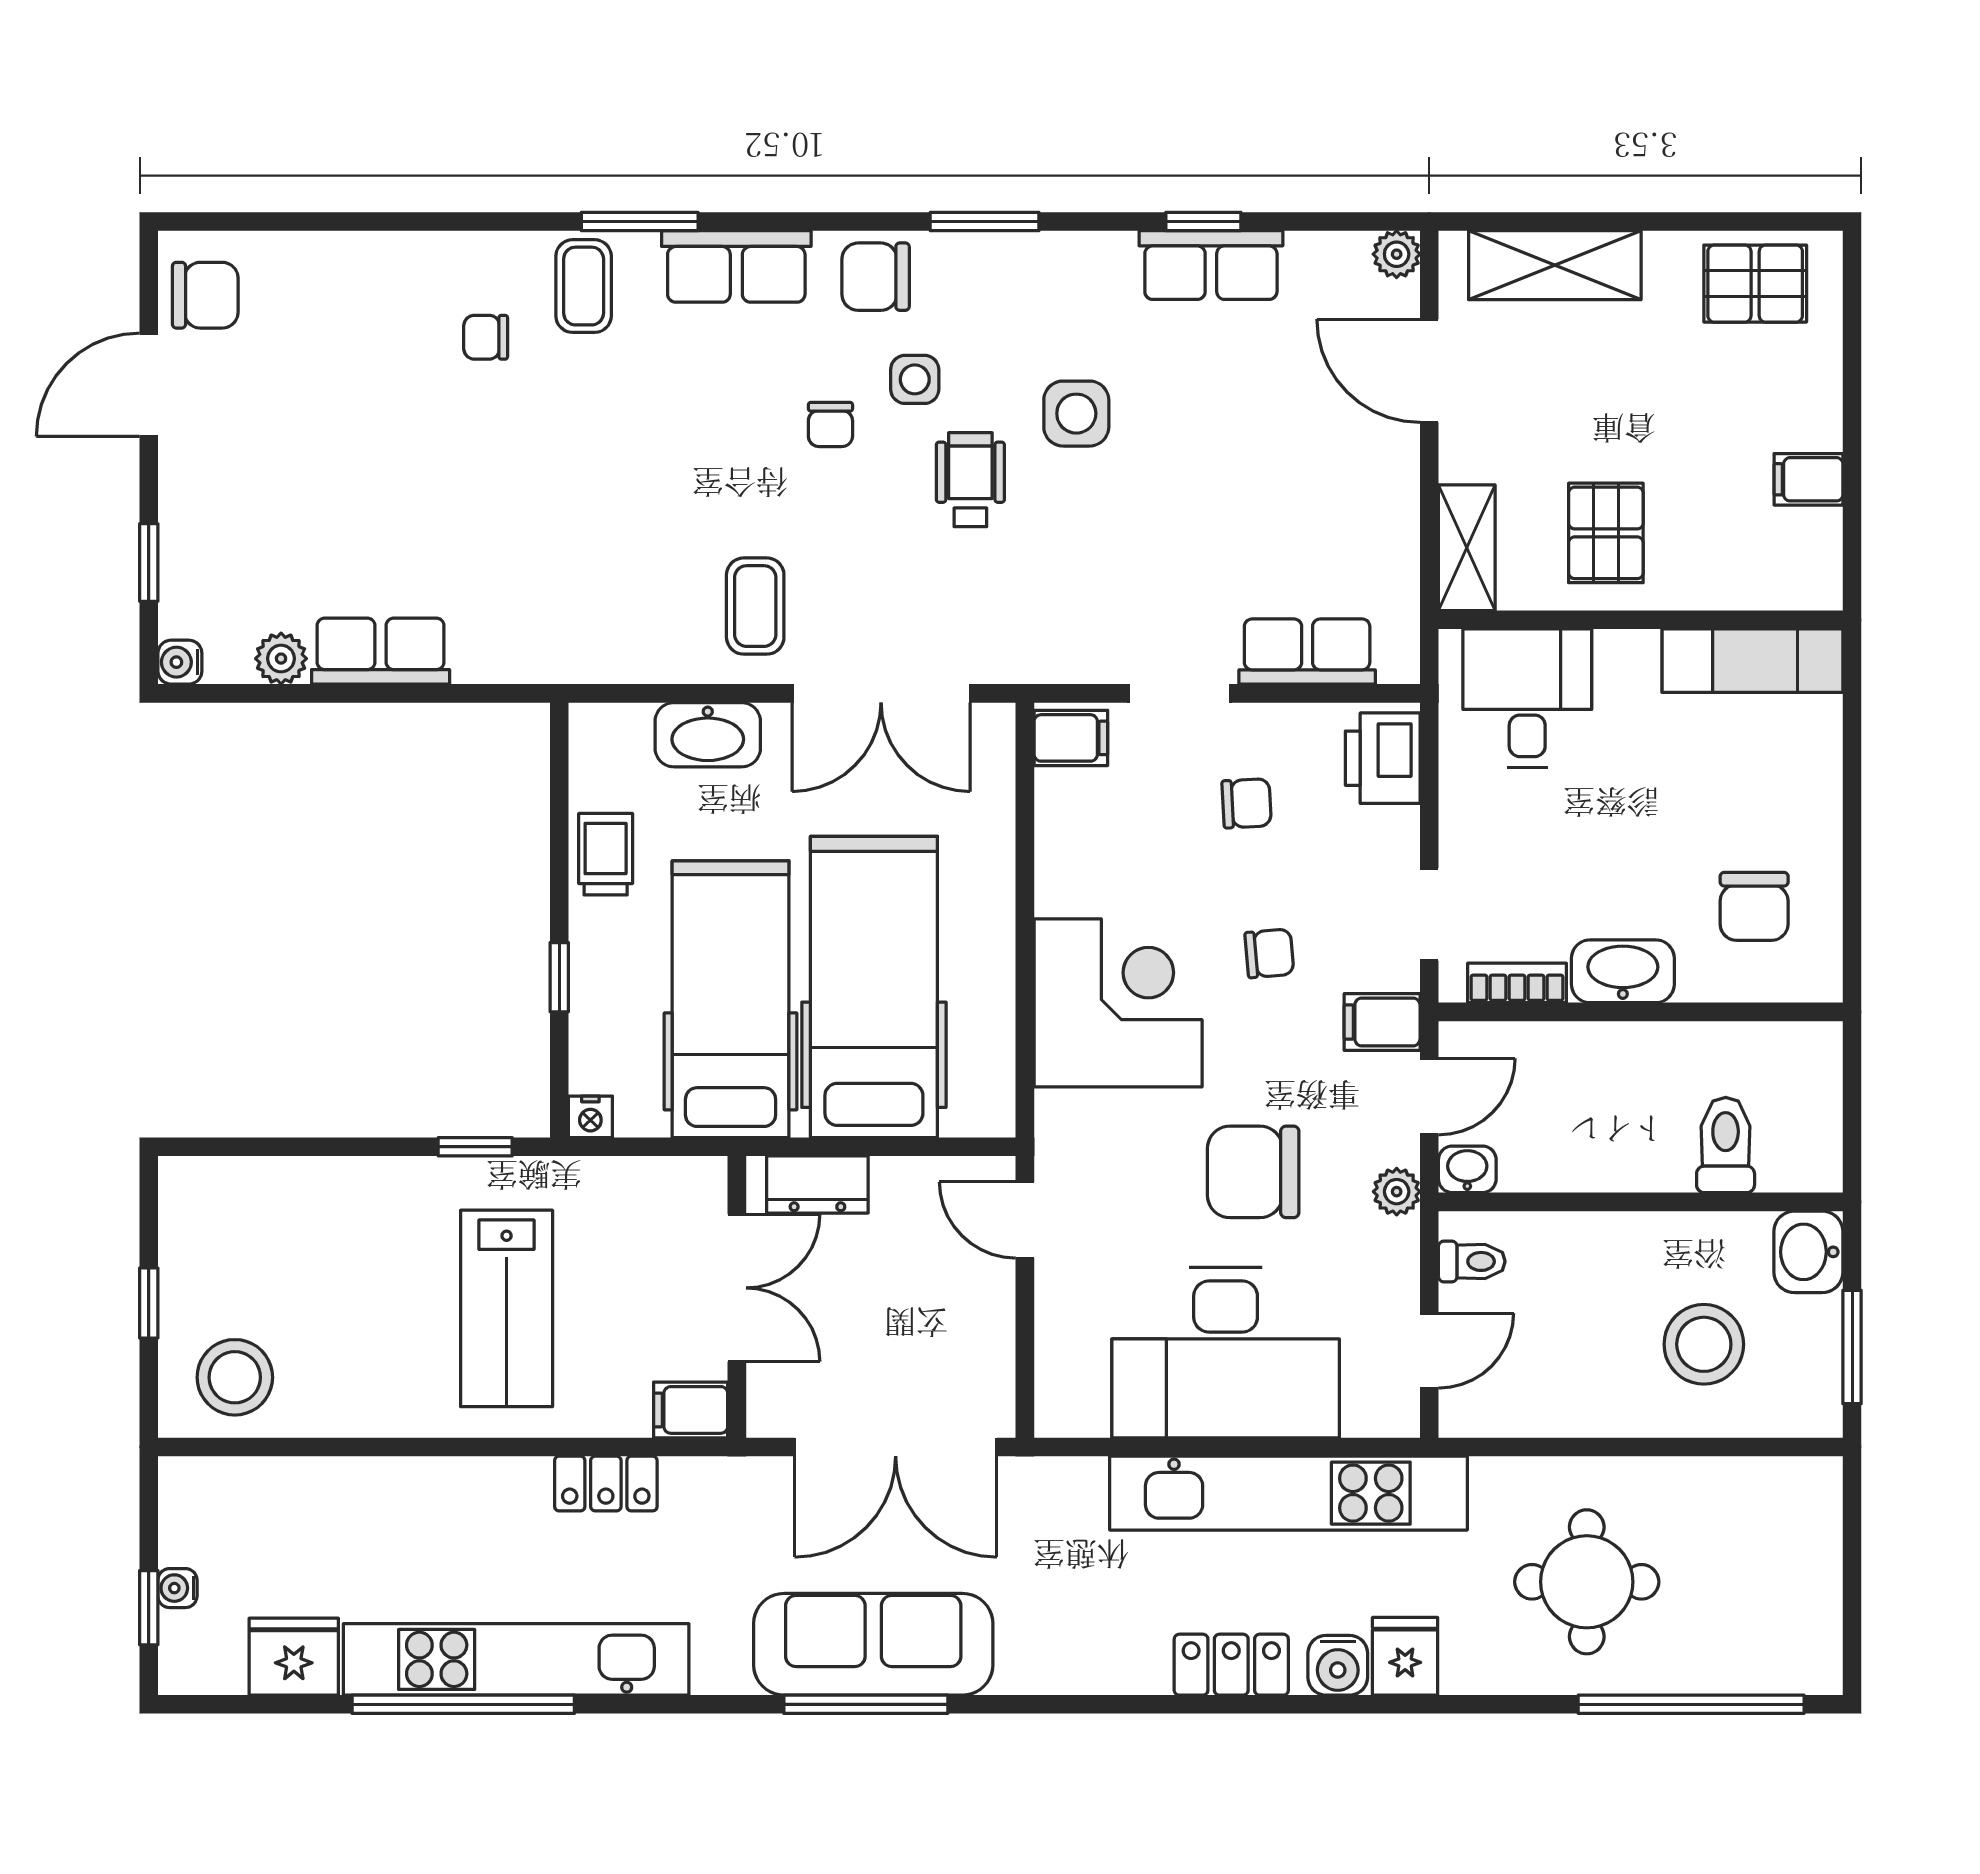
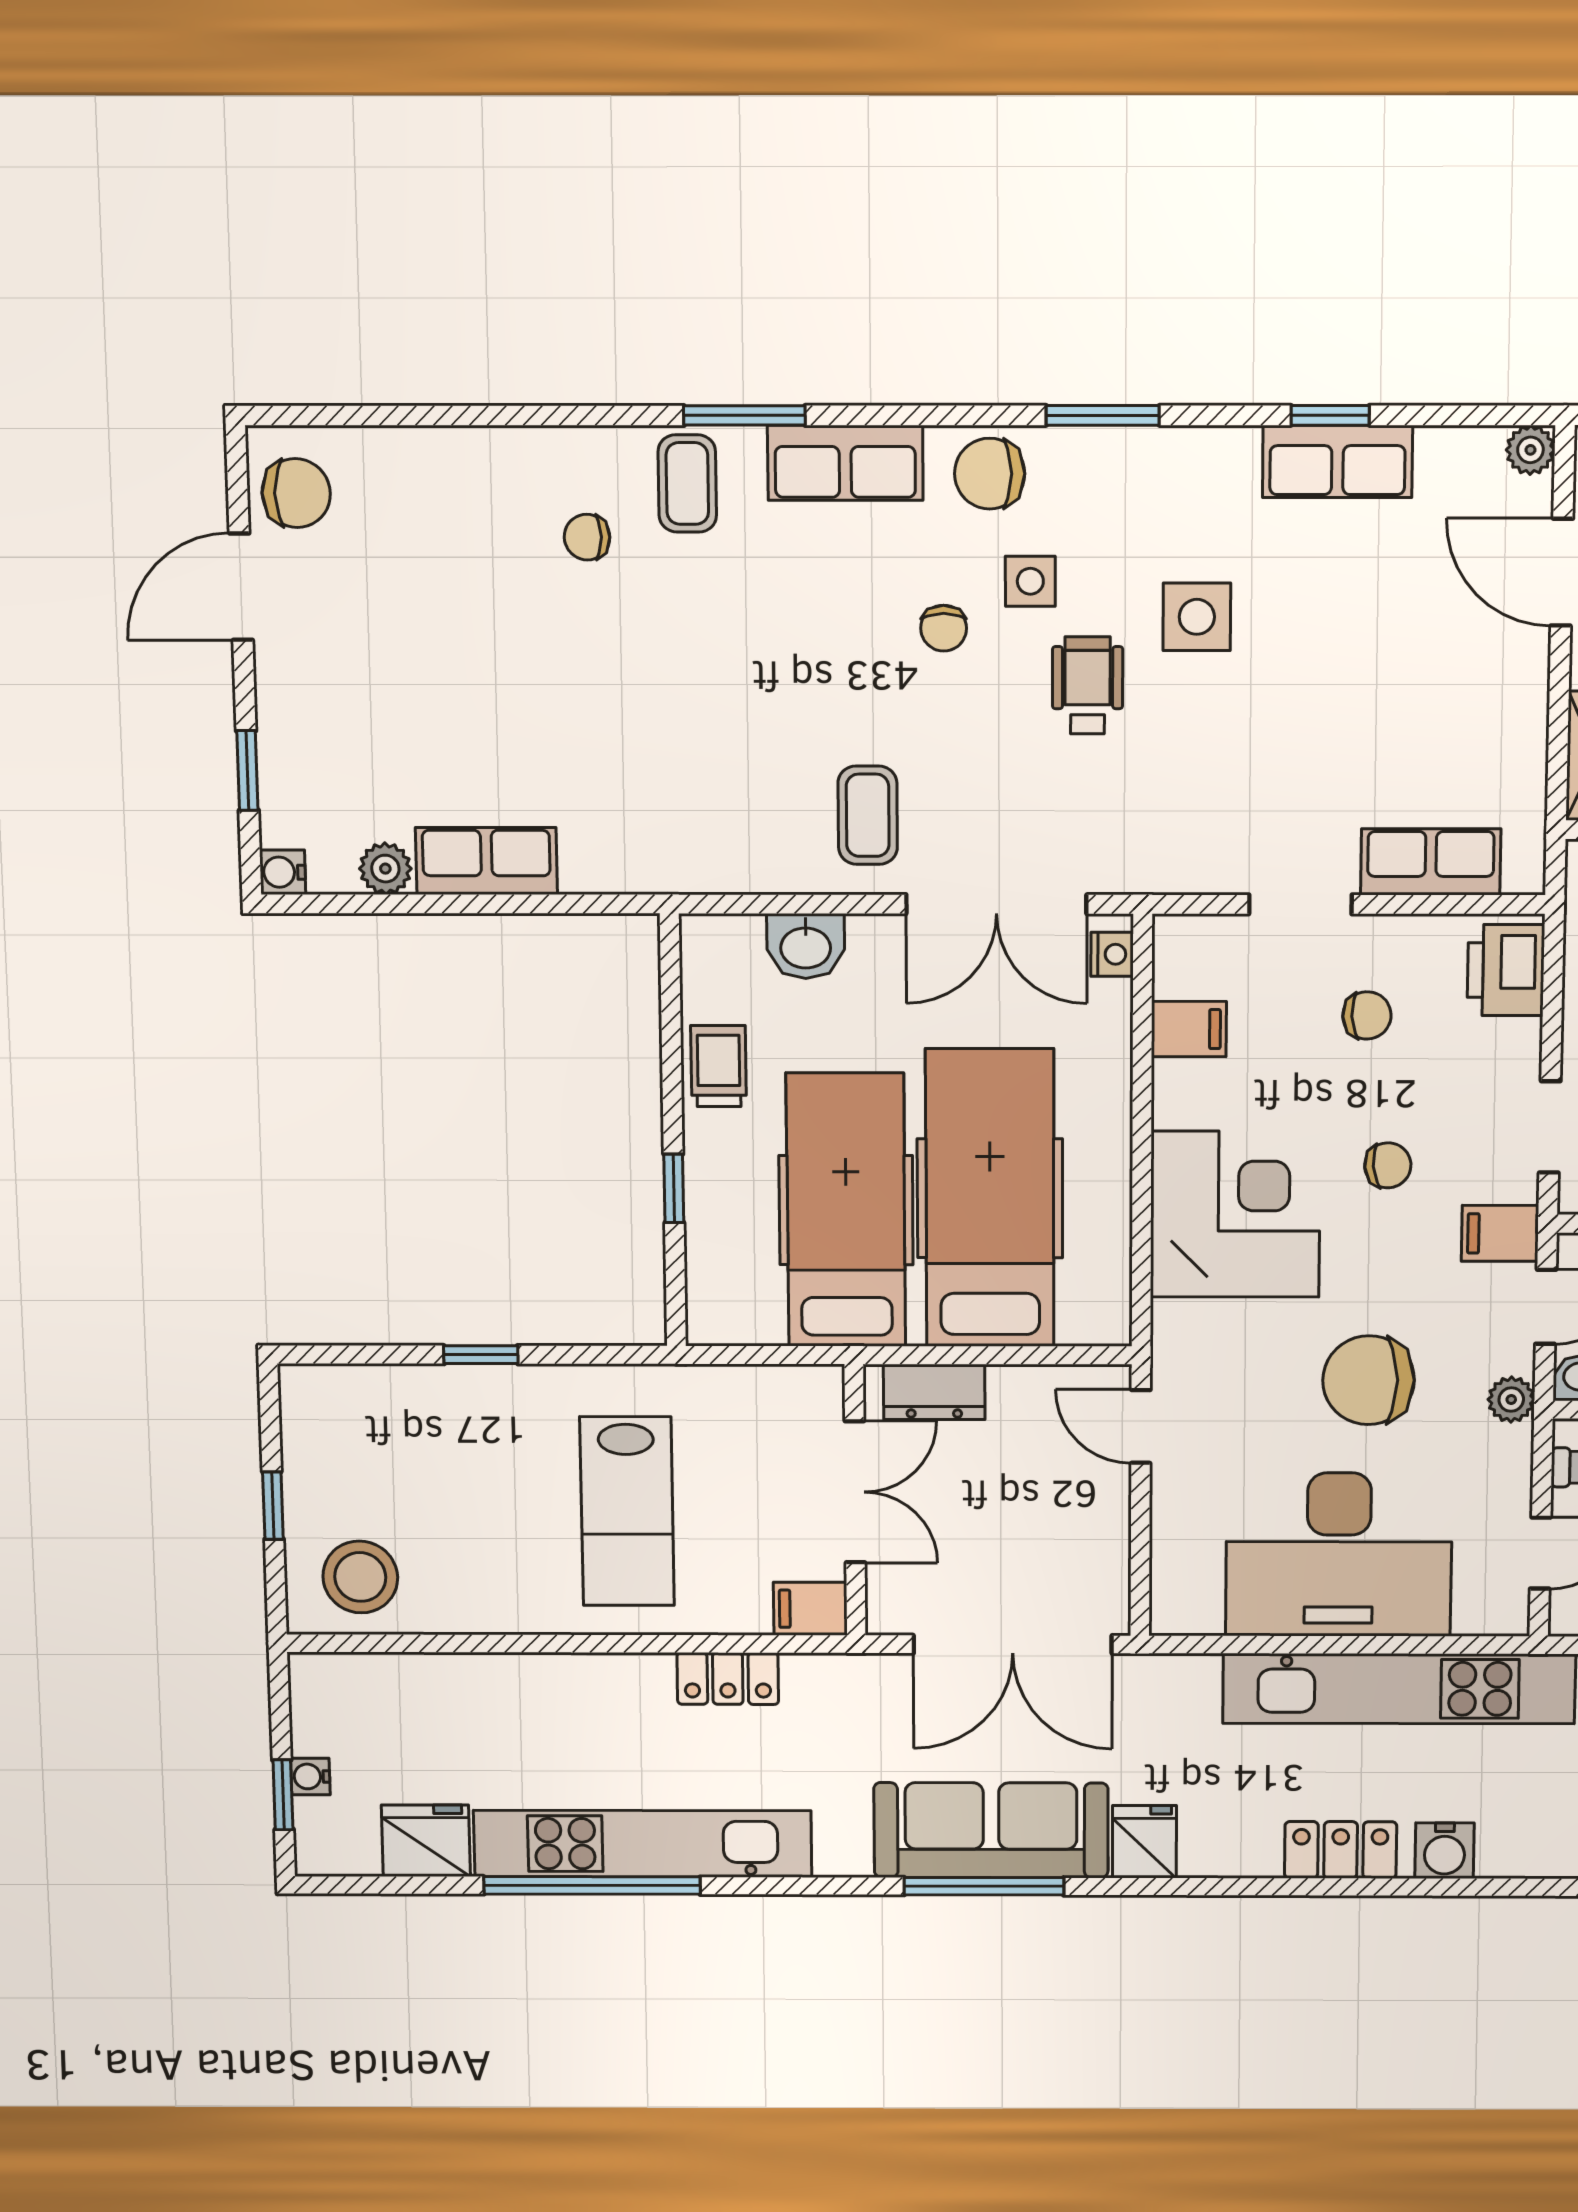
washbasin: (708, 735) -> (806, 946), width x0.72
filing cabinet: (1071, 738) -> (1189, 1029), moved
nightstand: (590, 1117) -> (1112, 954), moved, turned -90
window: (475, 1147) -> (481, 1355), moved
fridge: (1405, 1656) -> (1144, 1842), moved

